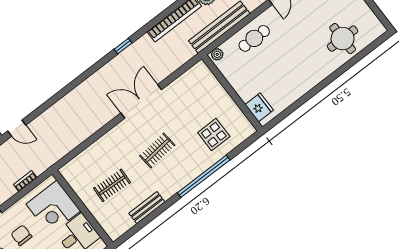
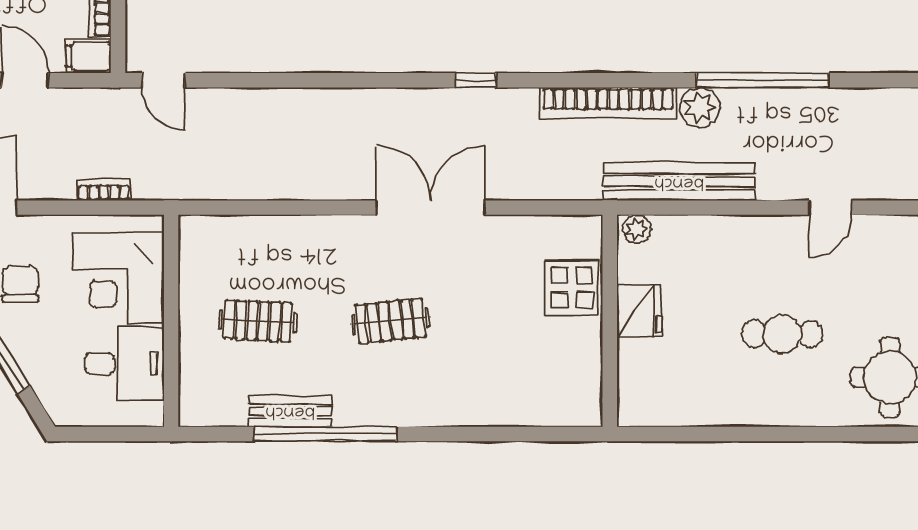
cafe table: (254, 38) -> (782, 334), moved
fridge: (259, 107) -> (639, 311), moved
display table: (214, 134) -> (572, 288), moved
window: (204, 176) -> (325, 434), moved

